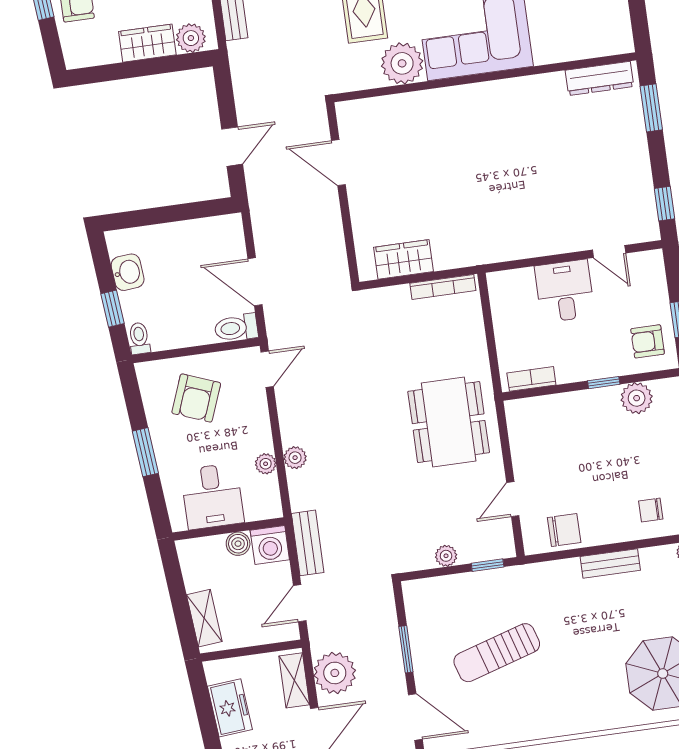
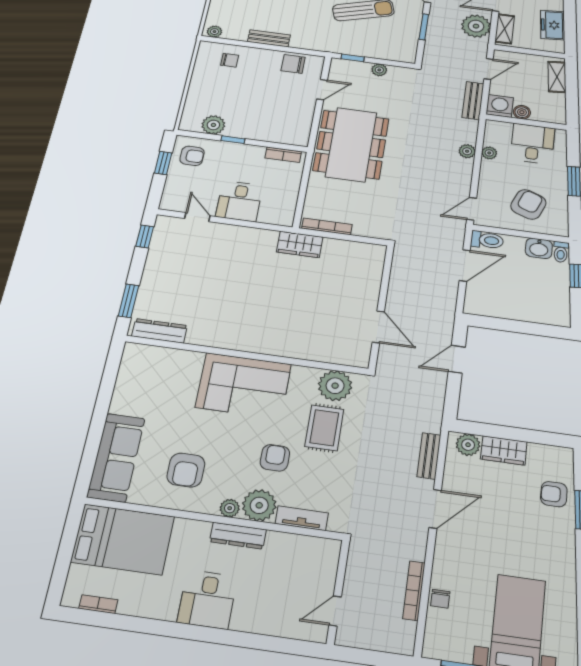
plant: (402, 63) -> (335, 386), moved
wardrobe: (403, 259) -> (300, 244), moved
washbasin: (128, 272) -> (539, 248), moved, turned -85
door: (255, 282) -> (465, 265), hinge flipped
dining table: (449, 422) -> (351, 144), width x1.36, depth x1.24

